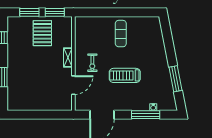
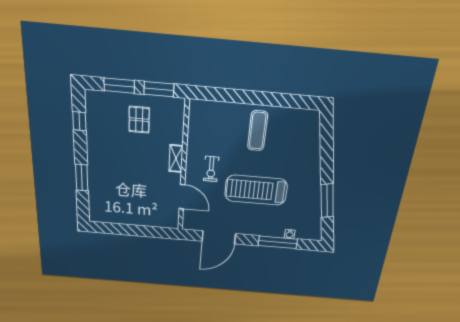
pallet: (42, 33) -> (139, 120), width x0.67, depth x0.71
treadmill: (125, 75) -> (256, 190), width x1.37, depth x1.38
door: (73, 85) -> (182, 197), hinge flipped

